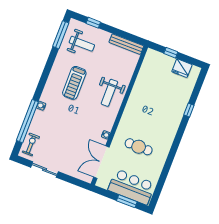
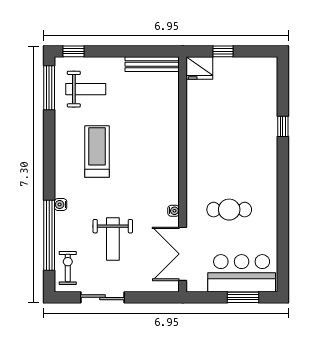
window: (93, 23) -> (73, 51), moved
fridge: (182, 68) -> (199, 68), moved
treadmill: (74, 83) -> (97, 152), turned 180
weight bench: (109, 93) -> (113, 239), moved

